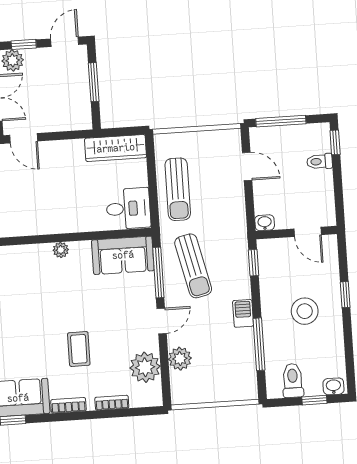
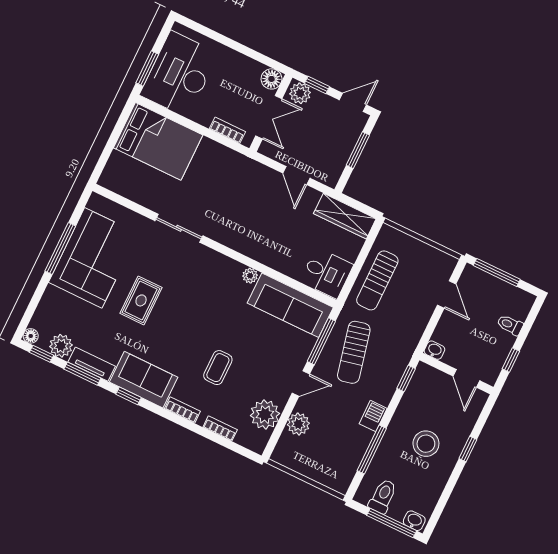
door: (24, 138) -> (296, 176), moved
window: (335, 142) -> (511, 360), moved
sofa: (123, 255) -> (290, 305), width x1.36
window: (314, 400) -> (392, 523), width x2.17

